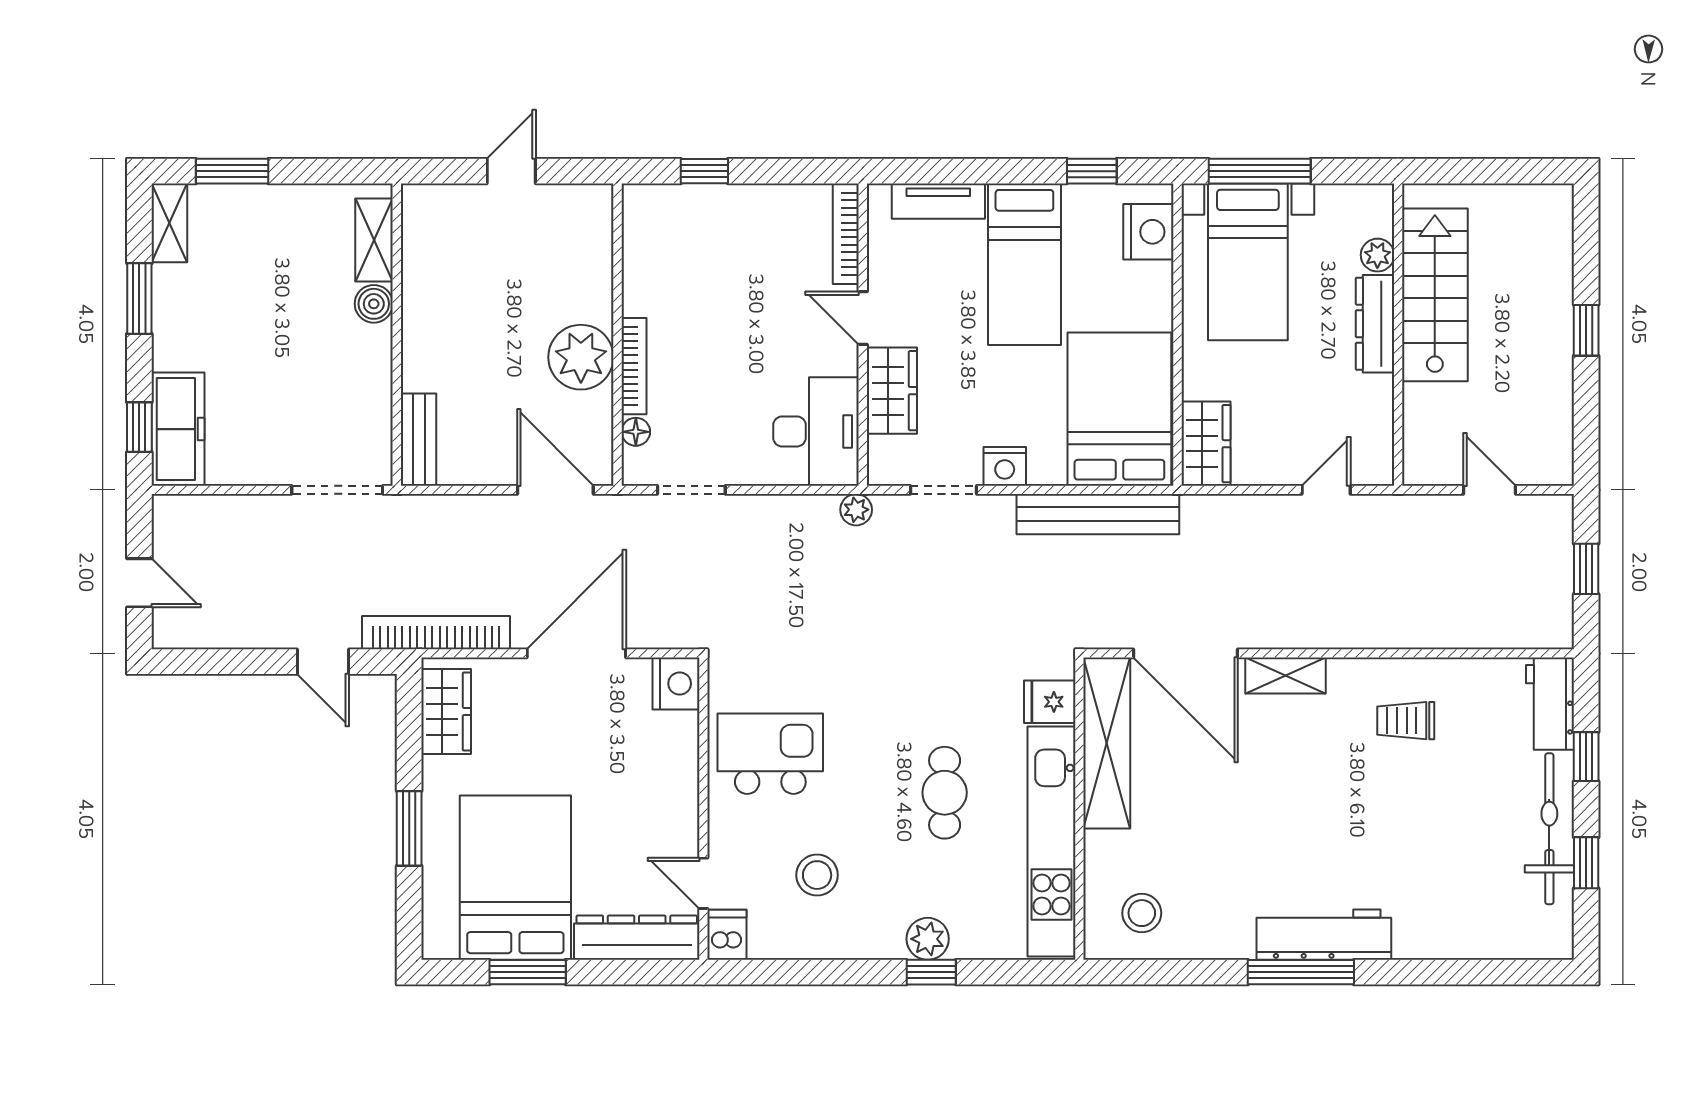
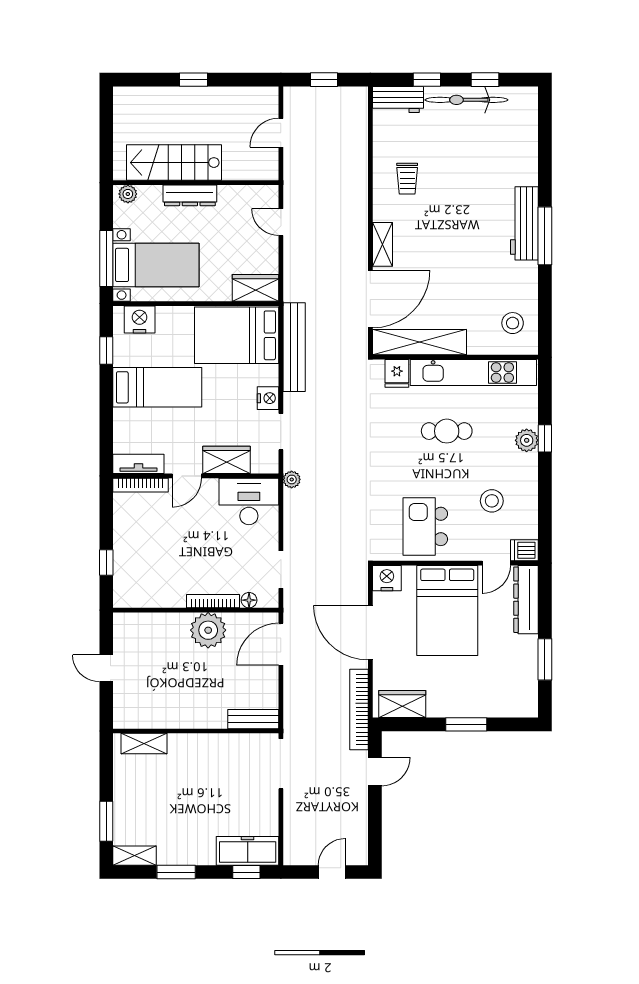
tv unit: (938, 201) -> (138, 464), moved, turned -90
plant: (1377, 255) -> (128, 194), moved
boiler: (374, 304) -> (179, 744), removed
bed: (515, 878) -> (447, 610), moved, turned -90

